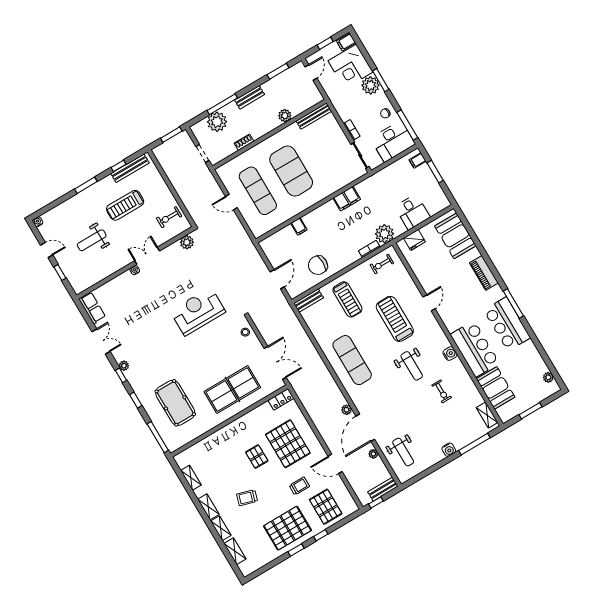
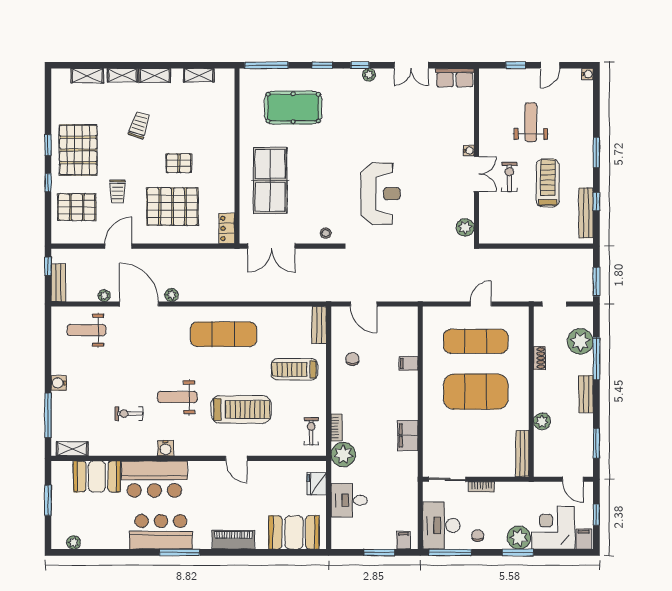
exercise bike: (169, 217) -> (509, 177), moved
chair: (318, 265) -> (352, 359), width x0.54, depth x0.54

